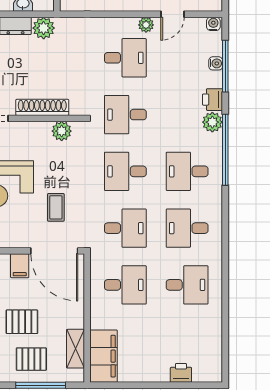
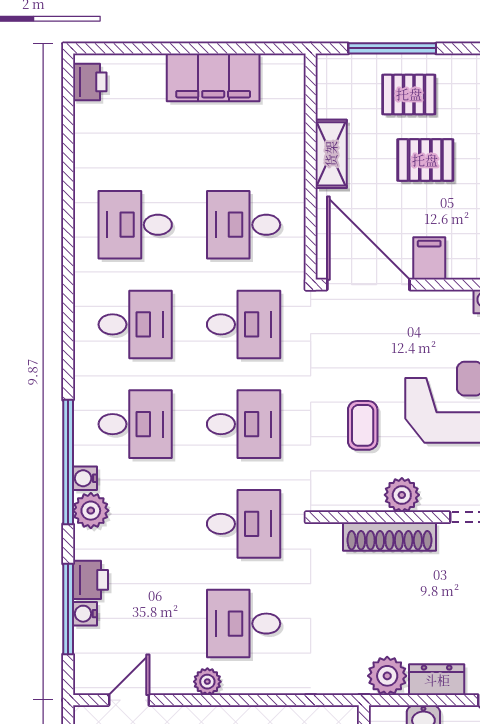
door: (172, 14) -> (129, 700), moved
water cooler: (213, 24) -> (85, 478), moved, turned 90
printer: (213, 100) -> (90, 580), moved
plant: (62, 131) -> (402, 495), moved
coffee table: (56, 207) -> (363, 425), moved
desk: (125, 228) -> (244, 324), turned 180
shelving: (76, 349) -> (331, 154), moved
filing cabinet: (104, 356) -> (213, 77), moved, turned -90
printer: (181, 373) -> (90, 82), moved, turned -90

